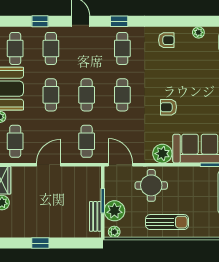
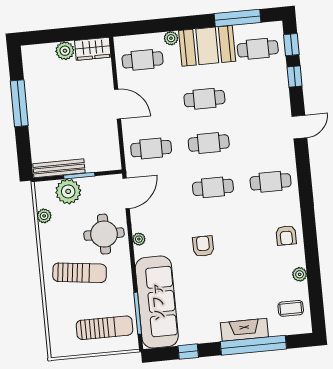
window: (119, 21) -> (291, 45), moved
cafe table: (51, 48) -> (262, 93), removed
plant: (162, 154) -> (139, 239), width x0.53, depth x0.53
bench: (95, 216) -> (59, 168), width x1.36
sun lounger: (167, 222) -> (80, 273), moved, turned -83
plant: (114, 232) -> (44, 216), moved
window: (40, 243) -> (19, 103), width x2.17

